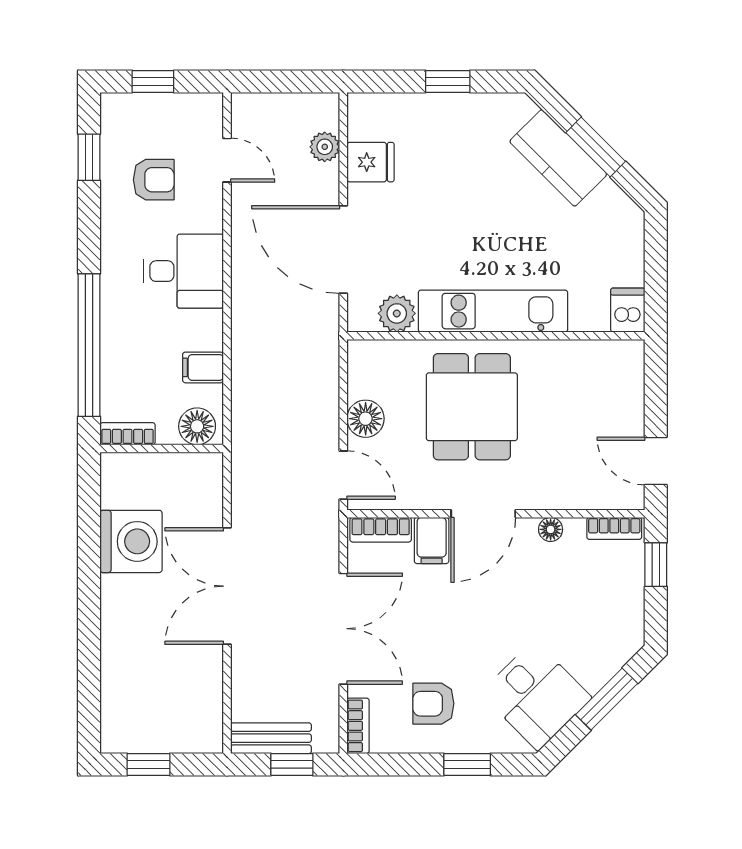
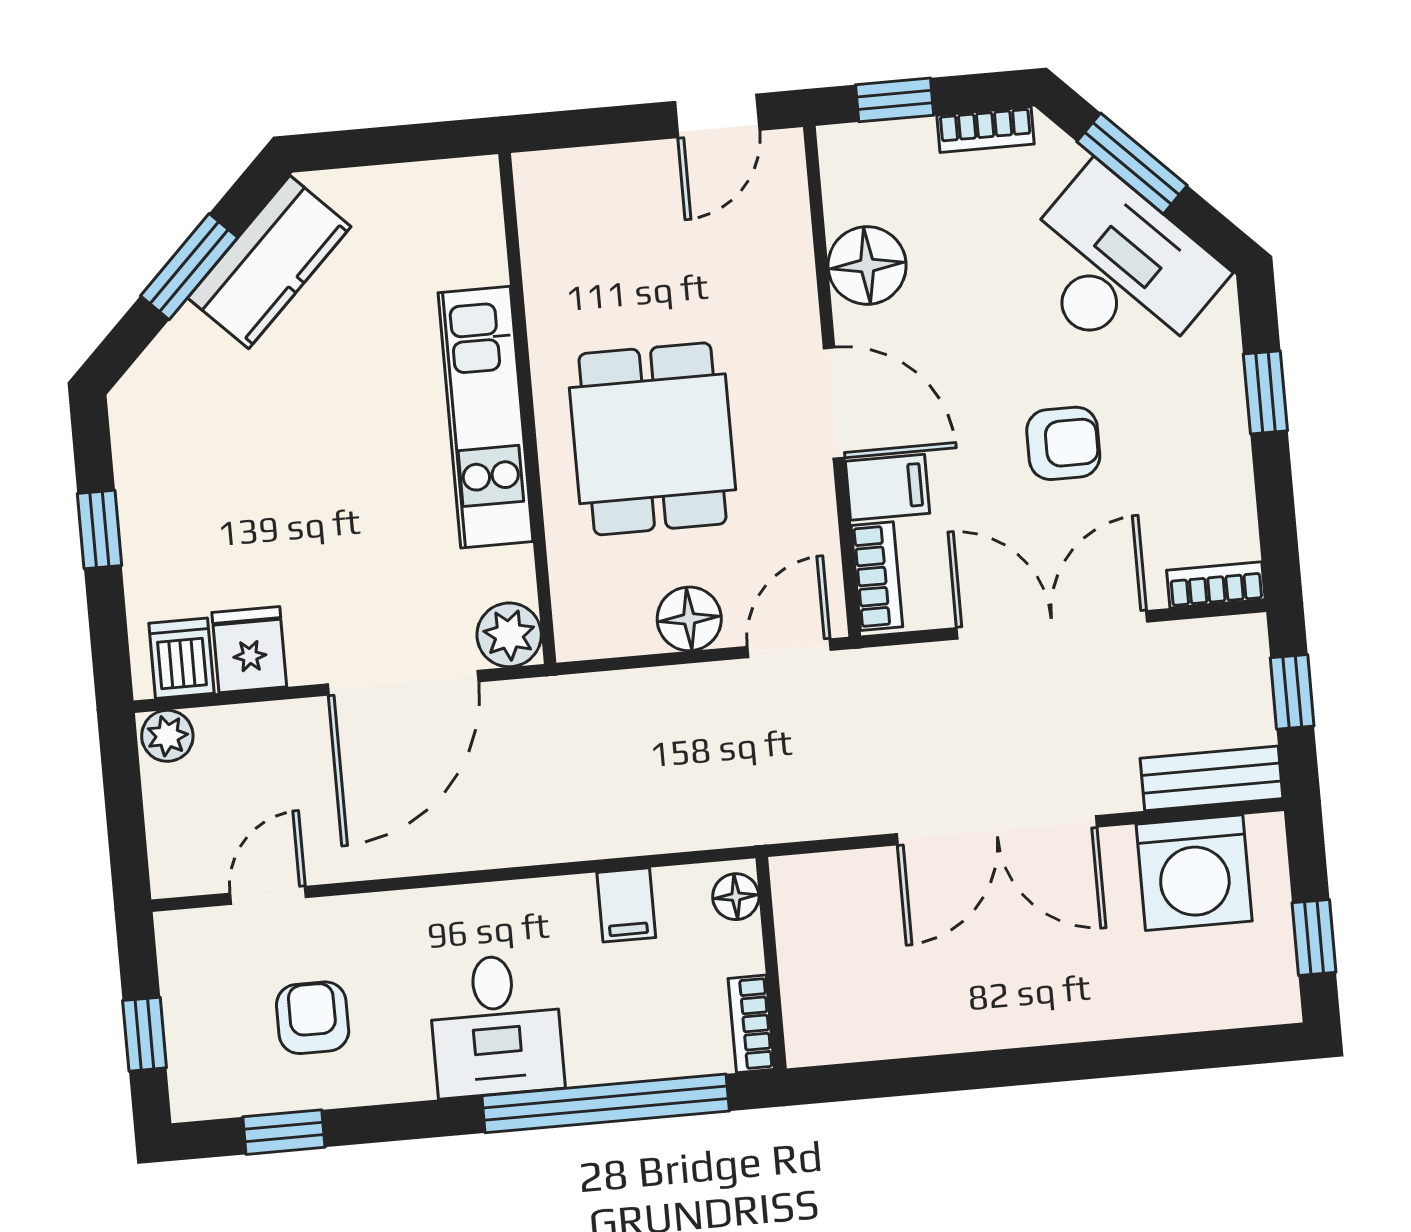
plant: (325, 147) -> (167, 736), moved
kitchen counter: (558, 158) -> (269, 262), moved
desk: (183, 271) -> (496, 1025), moved, turned 180
dishwasher: (628, 310) -> (182, 658), moved, turned 90
plant: (397, 313) -> (509, 635), moved
dining table: (472, 407) -> (652, 439), turned 90
floor lamp: (197, 426) -> (736, 897), width x0.73, depth x0.73
bookcase: (614, 528) -> (986, 130), moved, turned 90
floor lamp: (551, 529) -> (867, 265), width x1.89, depth x1.89
washing machine: (131, 541) -> (1194, 873), moved, turned 180
desk: (536, 695) -> (1118, 269), width x1.37
armchair: (433, 704) -> (1063, 443), moved, turned -90
bench: (271, 738) -> (1211, 778), moved, turned 90

